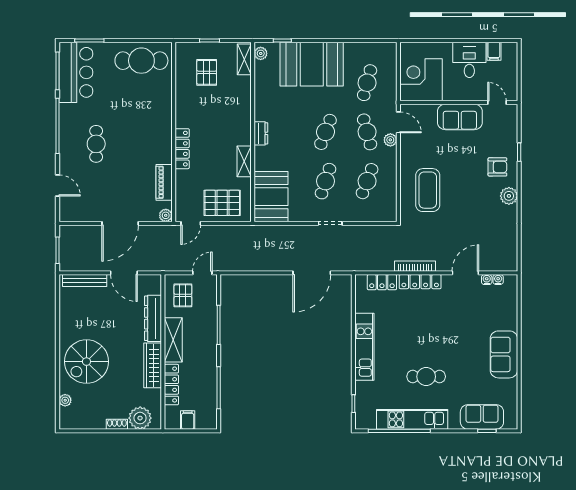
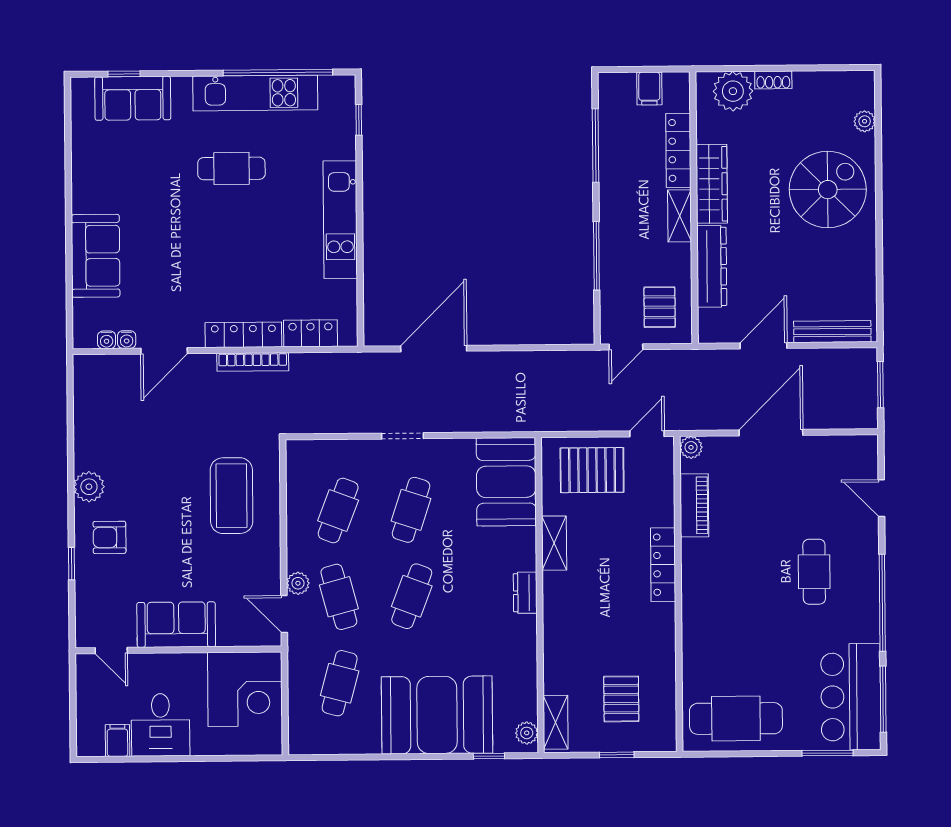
door: (124, 273) -> (763, 346), hinge flipped
shelving: (173, 340) -> (680, 216), width x0.67, depth x0.75
sofa: (504, 354) -> (96, 256), moved

